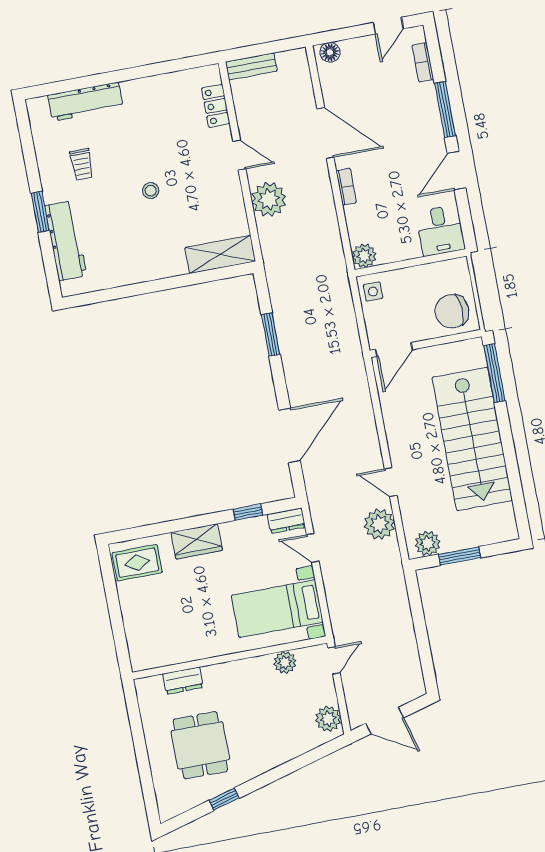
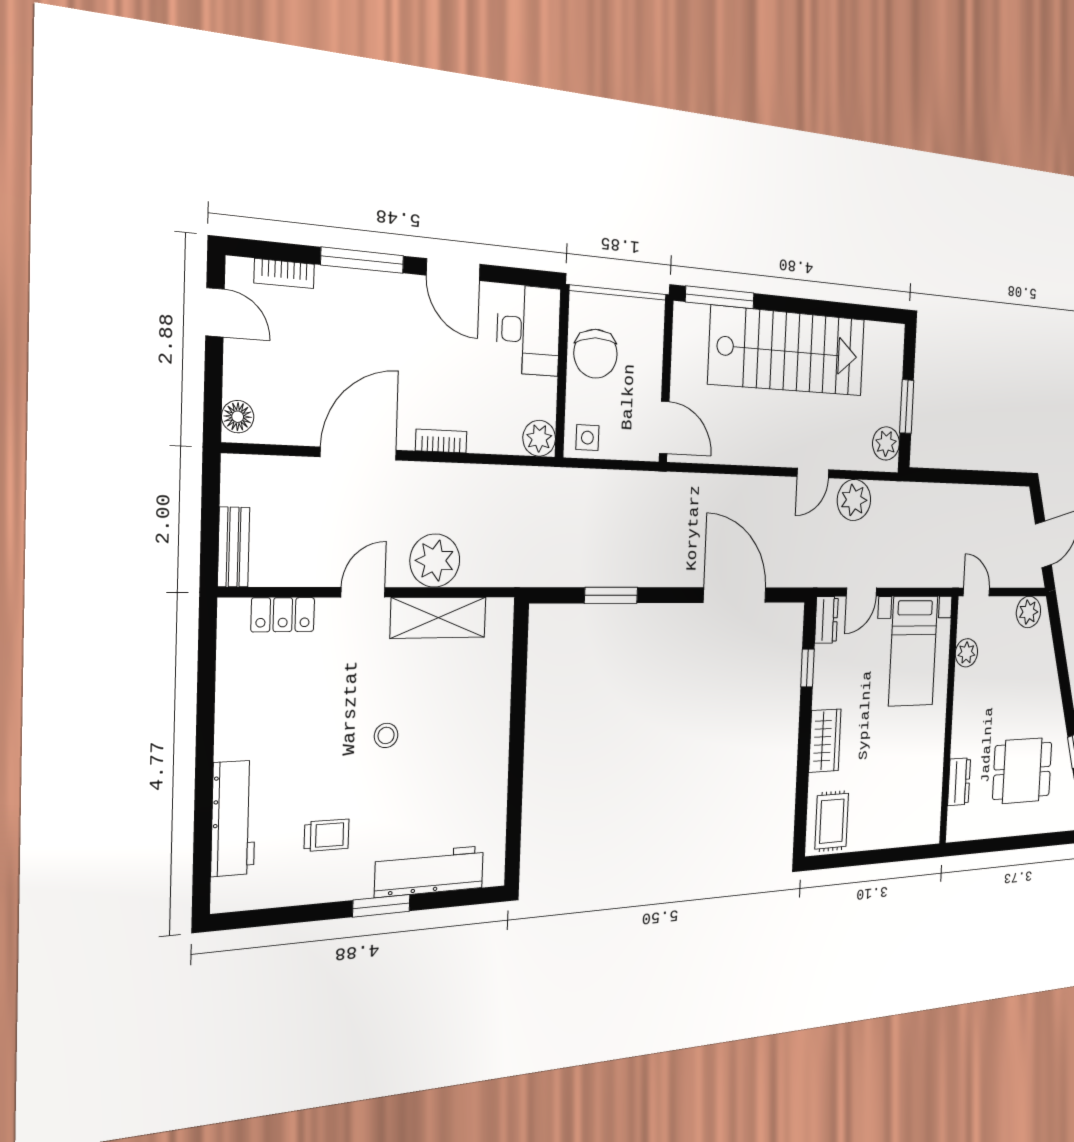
desk: (440, 230) -> (528, 330), width x1.37
shelving: (220, 254) -> (438, 618), moved, turned 90
chair: (452, 311) -> (596, 354), moved

